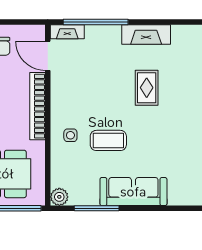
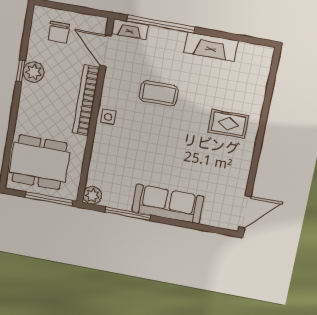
rug: (147, 88) -> (228, 124), moved, turned 90
side table: (70, 135) -> (108, 117), moved
coffee table: (108, 140) -> (159, 93), moved

